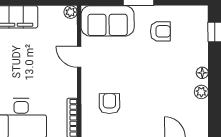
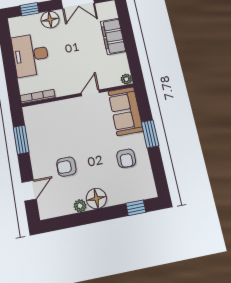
floor lamp: (202, 73) -> (96, 199), width x1.89, depth x1.89
armchair: (109, 104) -> (66, 167), moved, turned 180

